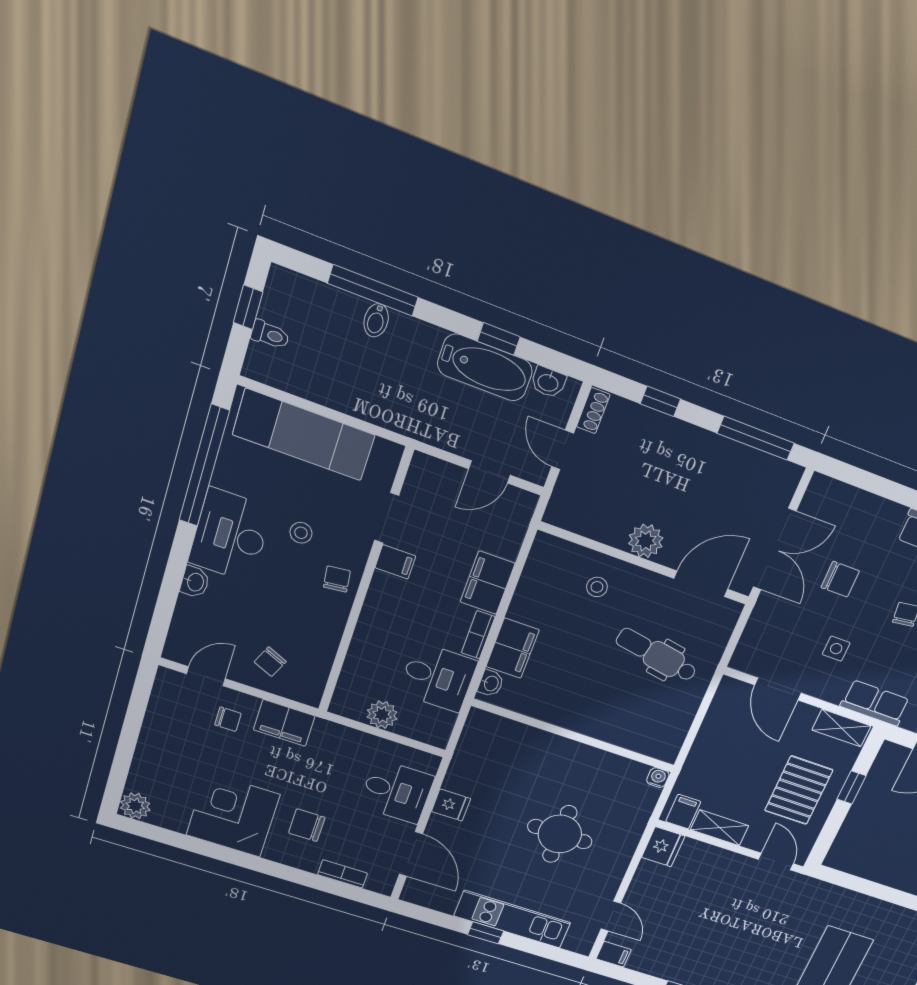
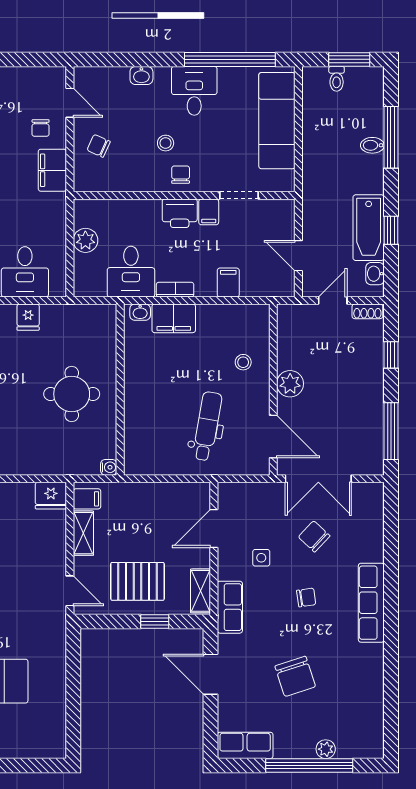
window: (248, 307) -> (349, 59), width x1.50
stool: (301, 533) -> (166, 143), moved
desk: (230, 535) -> (194, 91), width x0.73
chair: (337, 579) -> (181, 175), turned -83
chair: (840, 579) -> (314, 536), turned 133
filing cabinet: (488, 583) -> (228, 283), width x0.50
printer: (385, 597) -> (180, 213), added
round table: (560, 834) -> (72, 394), moved
door: (776, 862) -> (70, 591), hinge flipped

